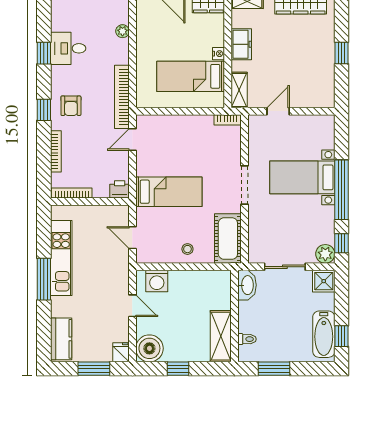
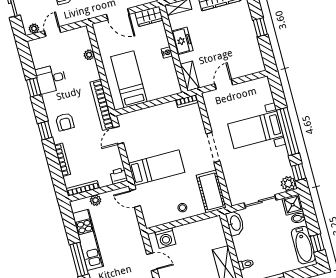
bed: (191, 76) -> (129, 79), moved, turned 90
plant: (83, 212) -> (95, 200), added
door: (132, 238) -> (135, 198), moved
bidet: (326, 299) -> (298, 218), added

